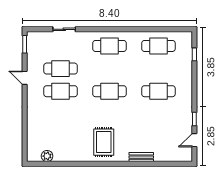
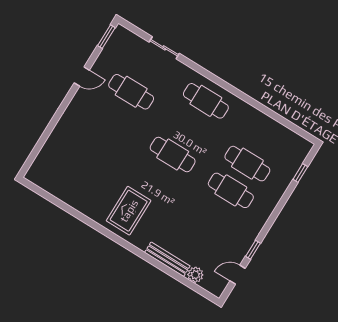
cafe table: (158, 46) -> (247, 164), moved
door: (25, 78) -> (82, 76), swing flipped
cafe table: (61, 91) -> (115, 119), removed
plant: (47, 156) -> (195, 275), moved
bench: (141, 157) -> (167, 259), width x1.36

